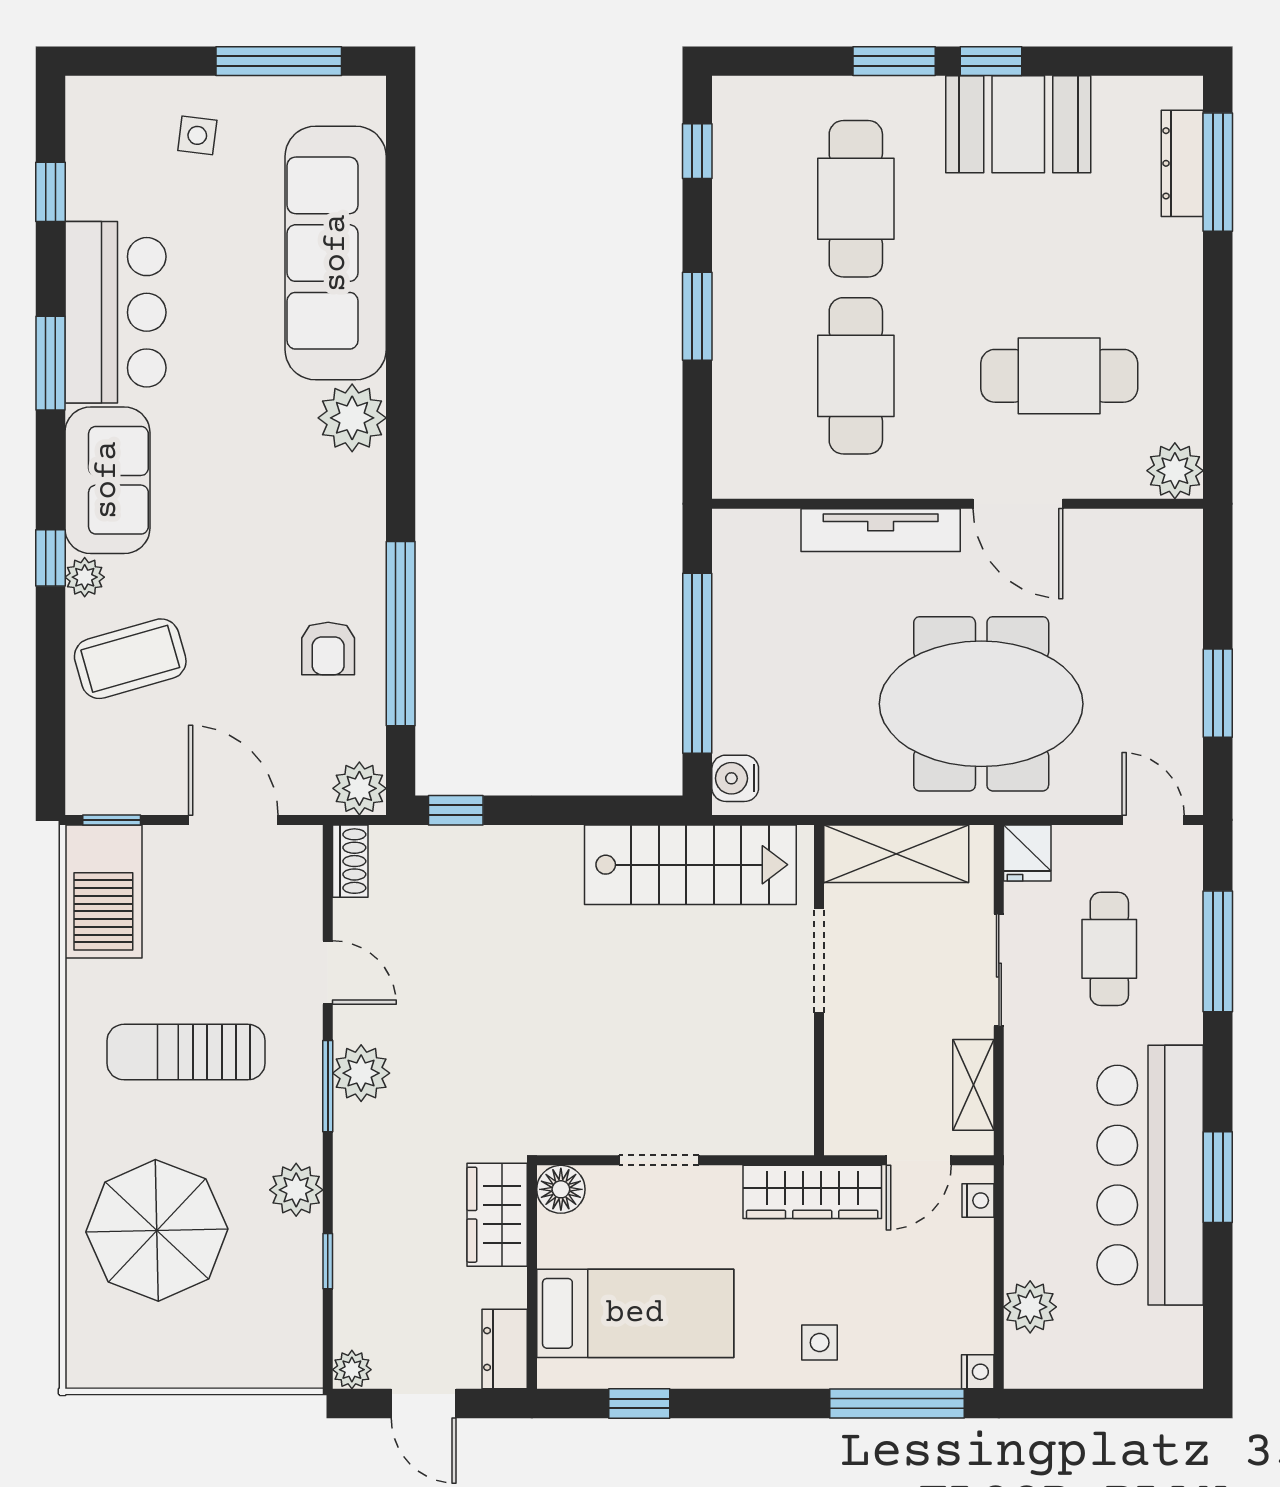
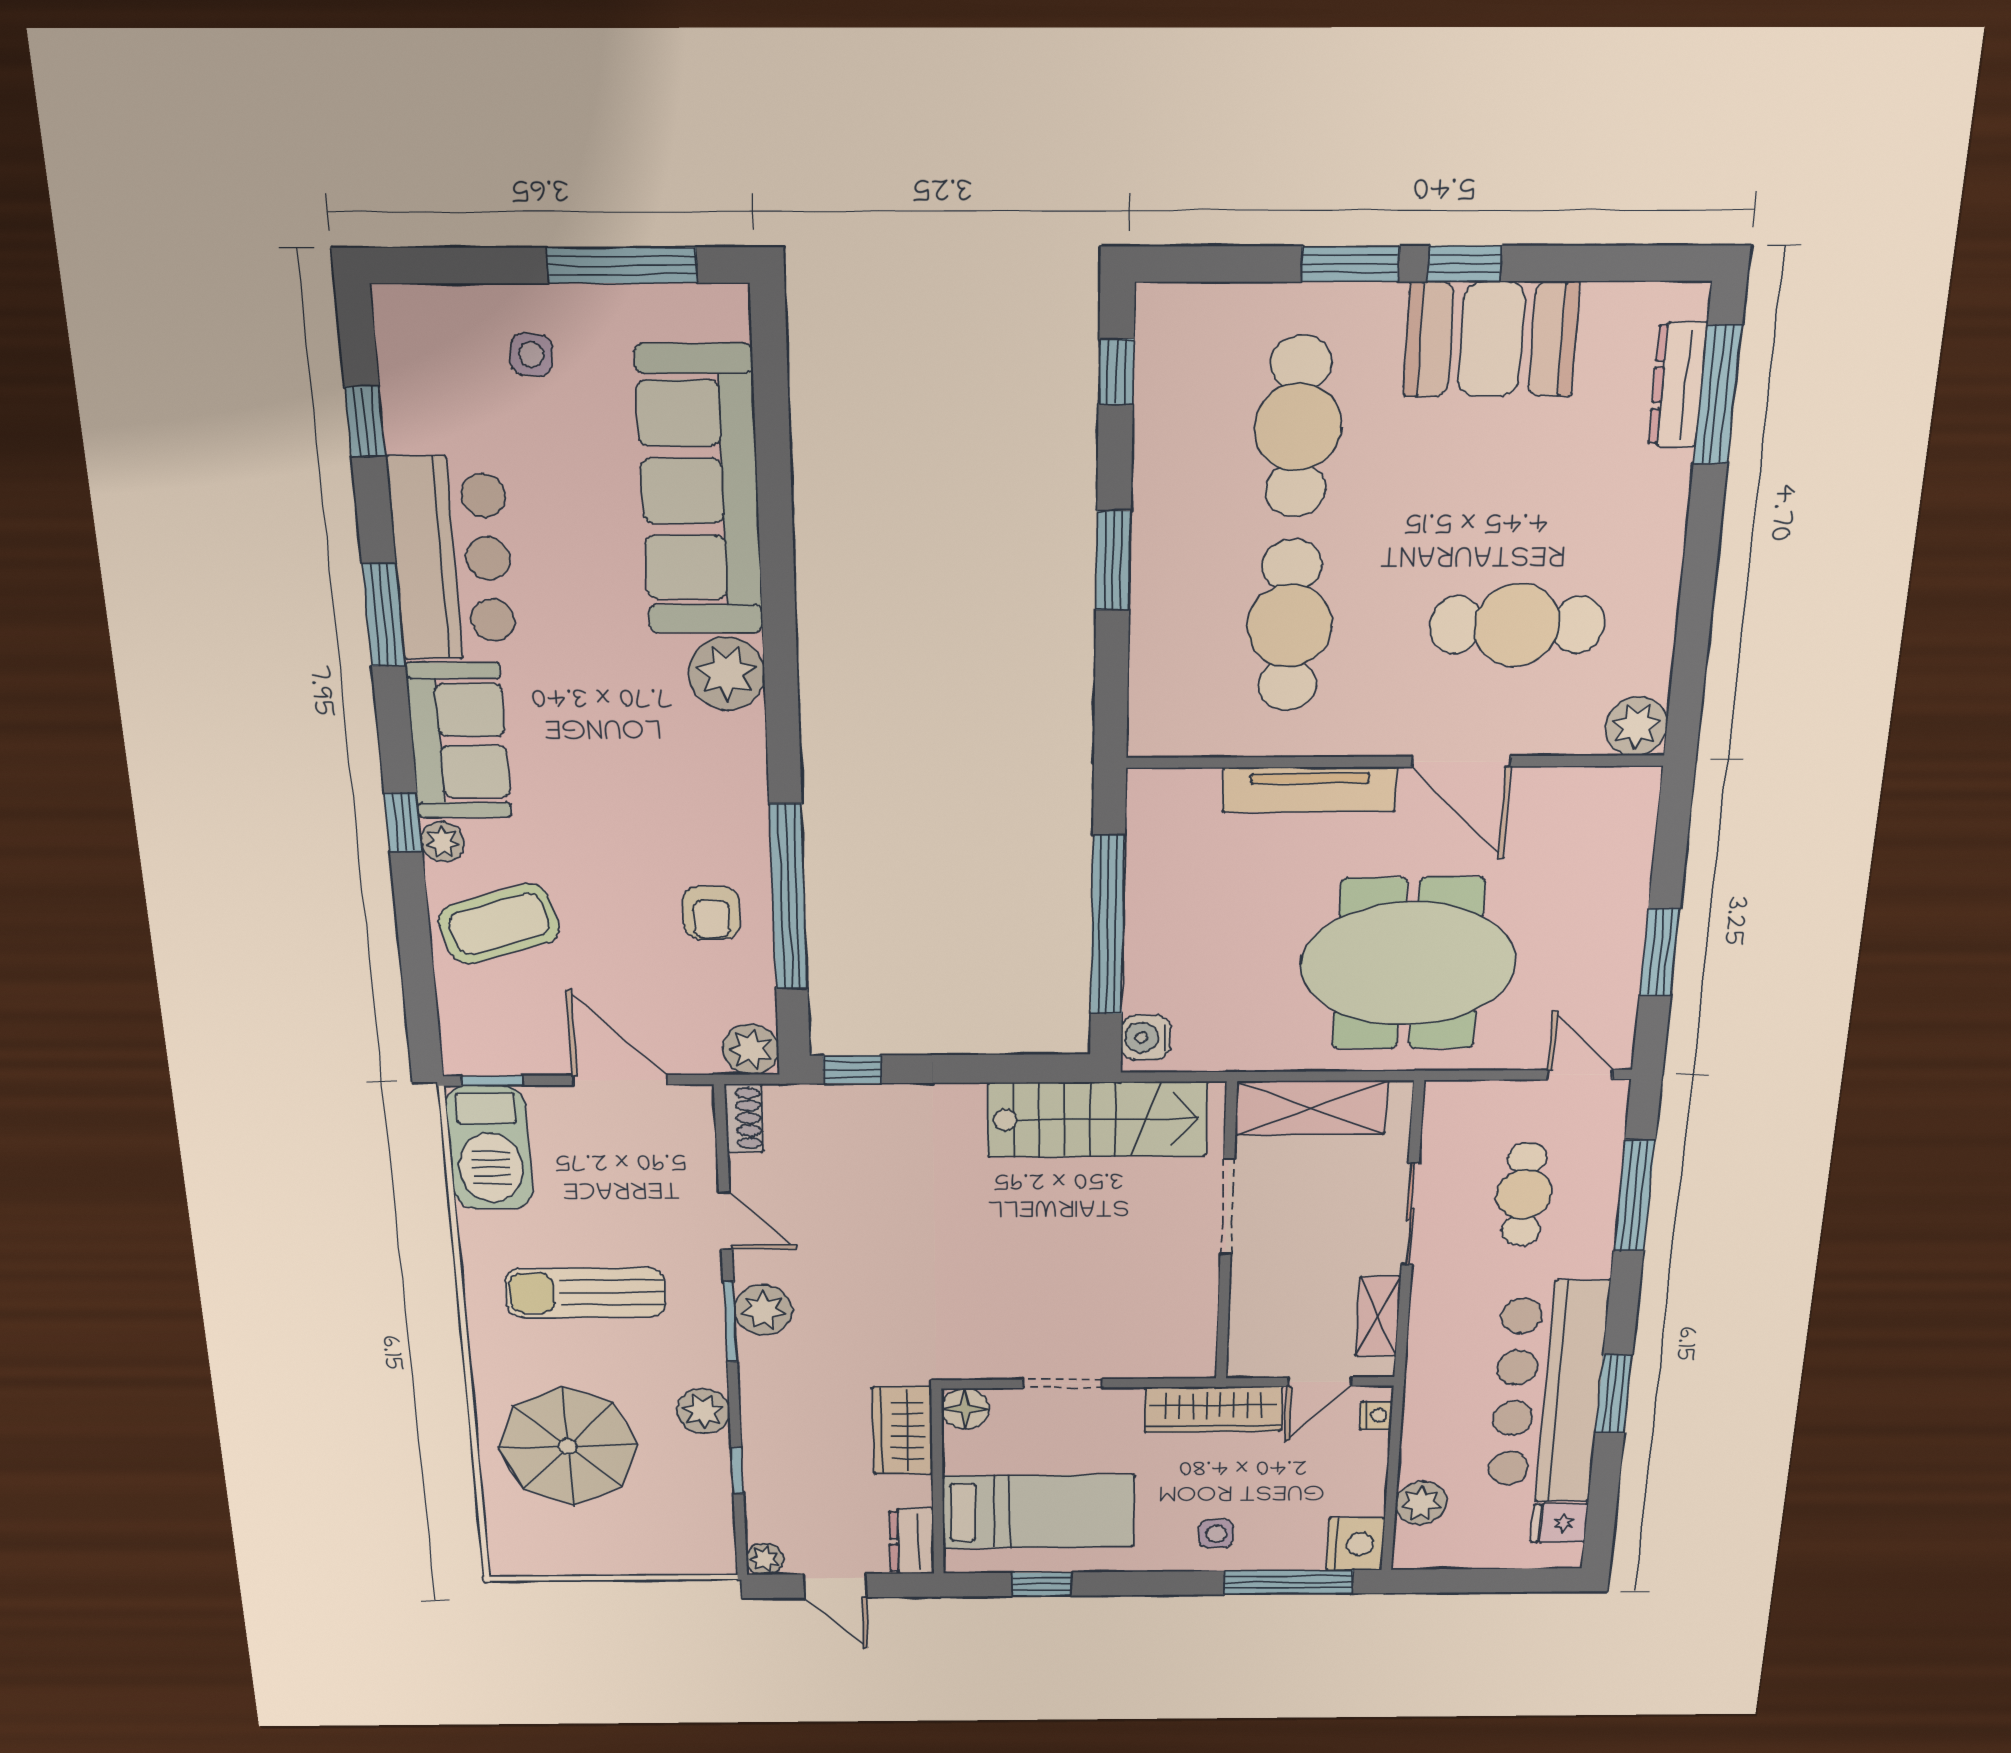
fridge: (1027, 853) -> (1559, 1523), moved, turned 90
nightstand: (978, 1372) -> (1356, 1544), width x1.89, depth x1.79

